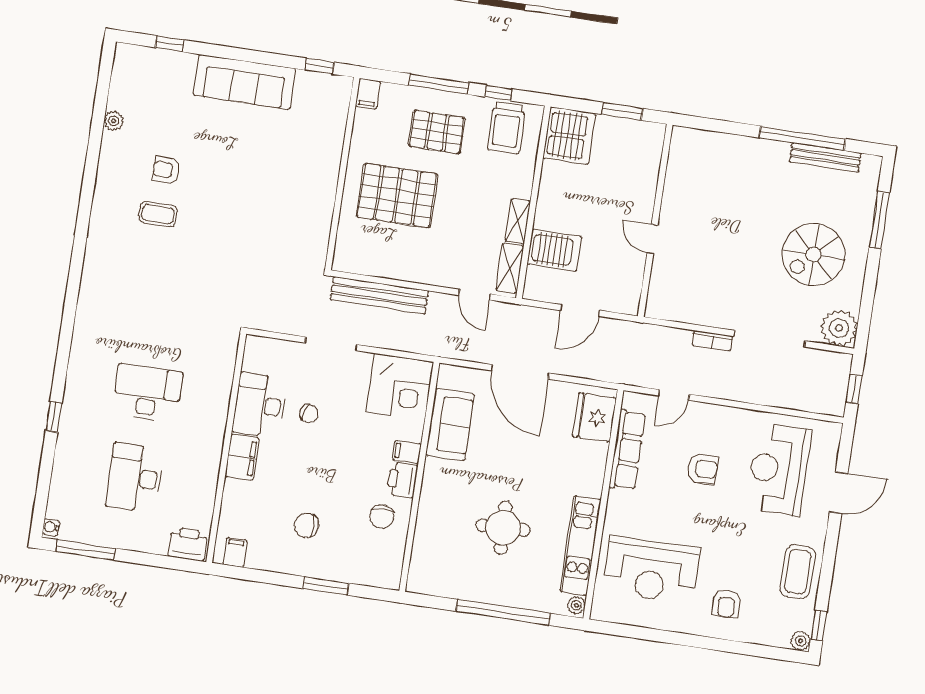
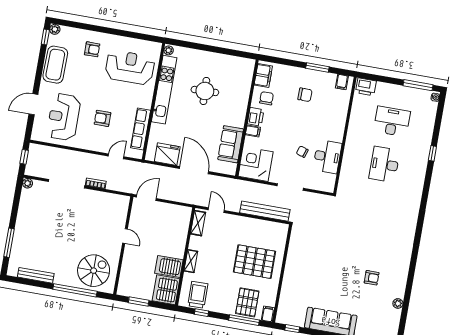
window: (439, 84) -> (244, 320), moved
pallet: (437, 132) -> (247, 302), moved, turned 90
window: (803, 138) -> (75, 290), moved
coffee table: (158, 214) -> (377, 255), removed
shelving: (518, 221) -> (191, 261), moved
server rack: (554, 250) -> (169, 267), moved
spiral stairs: (813, 255) -> (94, 271), moved
door: (580, 310) -> (146, 198), moved
plant: (839, 328) -> (27, 183), width x0.53, depth x0.53
desk: (147, 393) -> (384, 164), turned 90
fridge: (594, 417) -> (167, 154), moved, turned -90
filing cabinet: (242, 457) -> (263, 76), moved, turned 180
reception desk: (779, 469) -> (64, 117), turned 180
desk: (135, 478) -> (392, 121), turned -90
kitchen unit: (580, 546) -> (164, 90), width x1.36
coffee table: (798, 572) -> (55, 65), width x1.36, depth x1.32
window: (326, 586) -> (317, 67), moved
armchair: (726, 604) -> (92, 49), turned 91
window: (503, 612) -> (206, 48), removed

